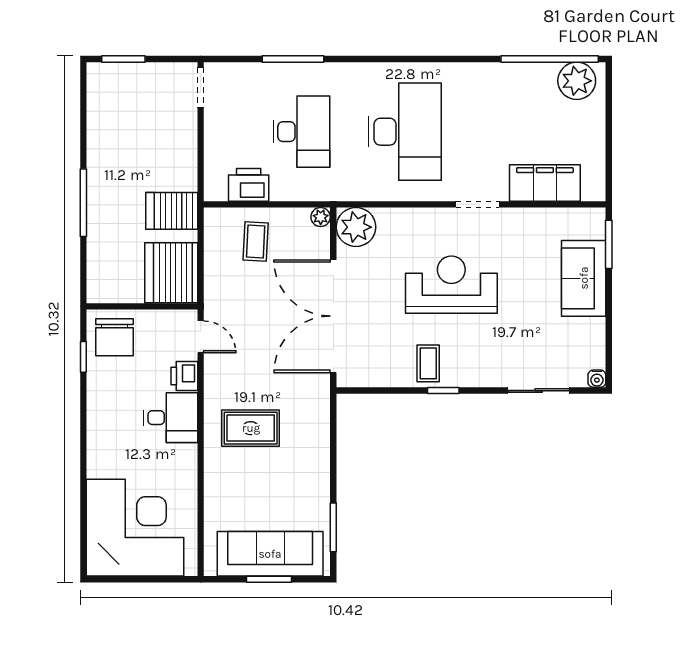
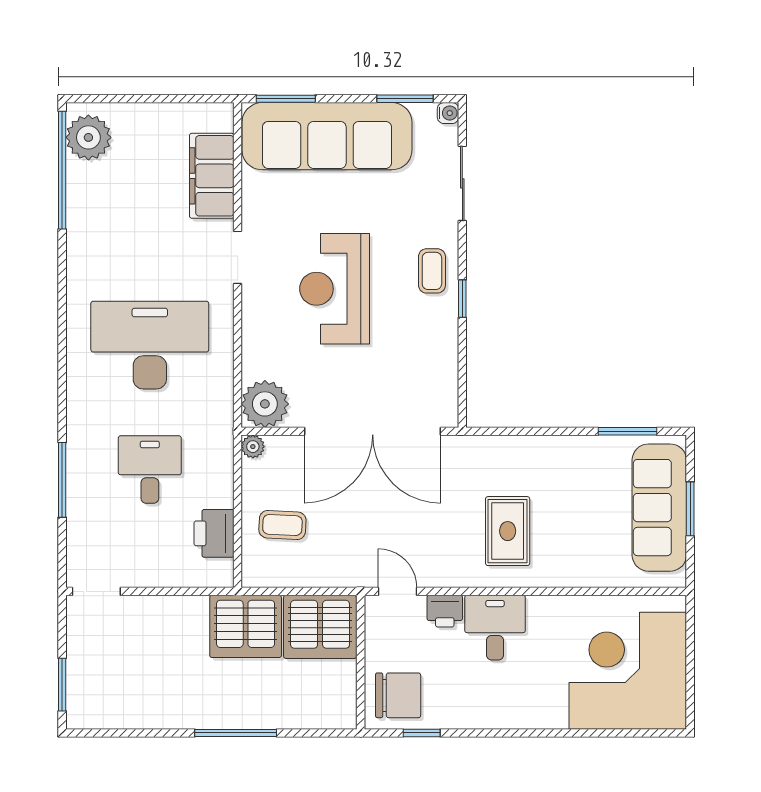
desk: (302, 132) -> (150, 470), width x0.73
server rack: (172, 211) -> (246, 626), width x1.60
sofa: (584, 278) -> (327, 136), width x1.85, depth x1.27
door: (201, 337) -> (398, 591), hinge flipped
window: (609, 343) -> (405, 99), added
coffee table: (428, 363) -> (432, 271), moved, turned 90

